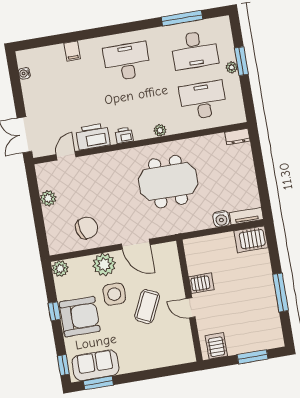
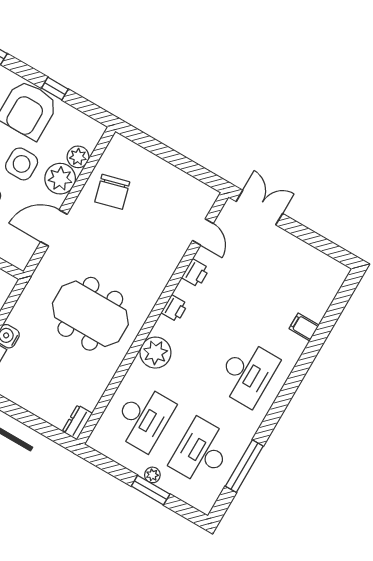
water cooler: (24, 73) -> (322, 259), removed
plant: (160, 130) -> (155, 353), width x1.88, depth x1.88
printer: (93, 137) -> (196, 273), width x0.53, depth x0.68
meeting table: (168, 182) -> (90, 314), turned 90
plant: (48, 198) -> (175, 178), removed
plant: (60, 269) -> (78, 157), moved

